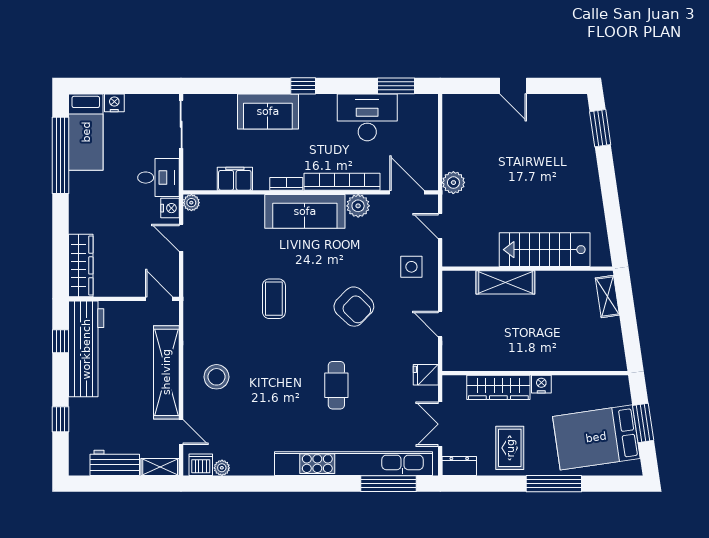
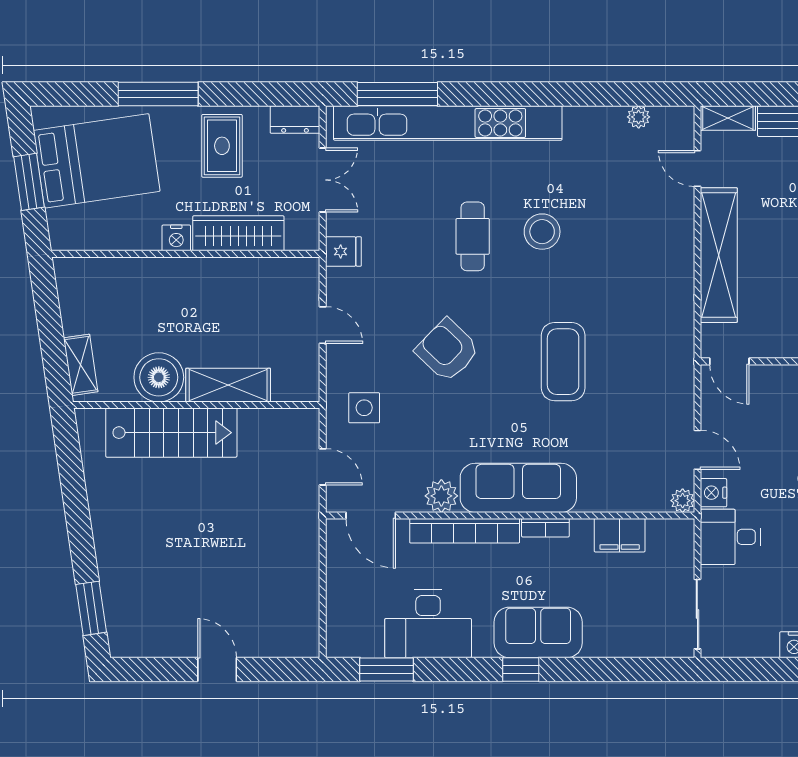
sofa: (268, 111) -> (538, 632), moved
plant: (453, 183) -> (303, 530), removed
boiler: (553, 288) -> (159, 377), added
coffee table: (274, 299) -> (563, 362), width x1.36, depth x1.32
stool: (216, 377) -> (542, 232), moved
dishwasher: (201, 465) -> (669, 121), removed

